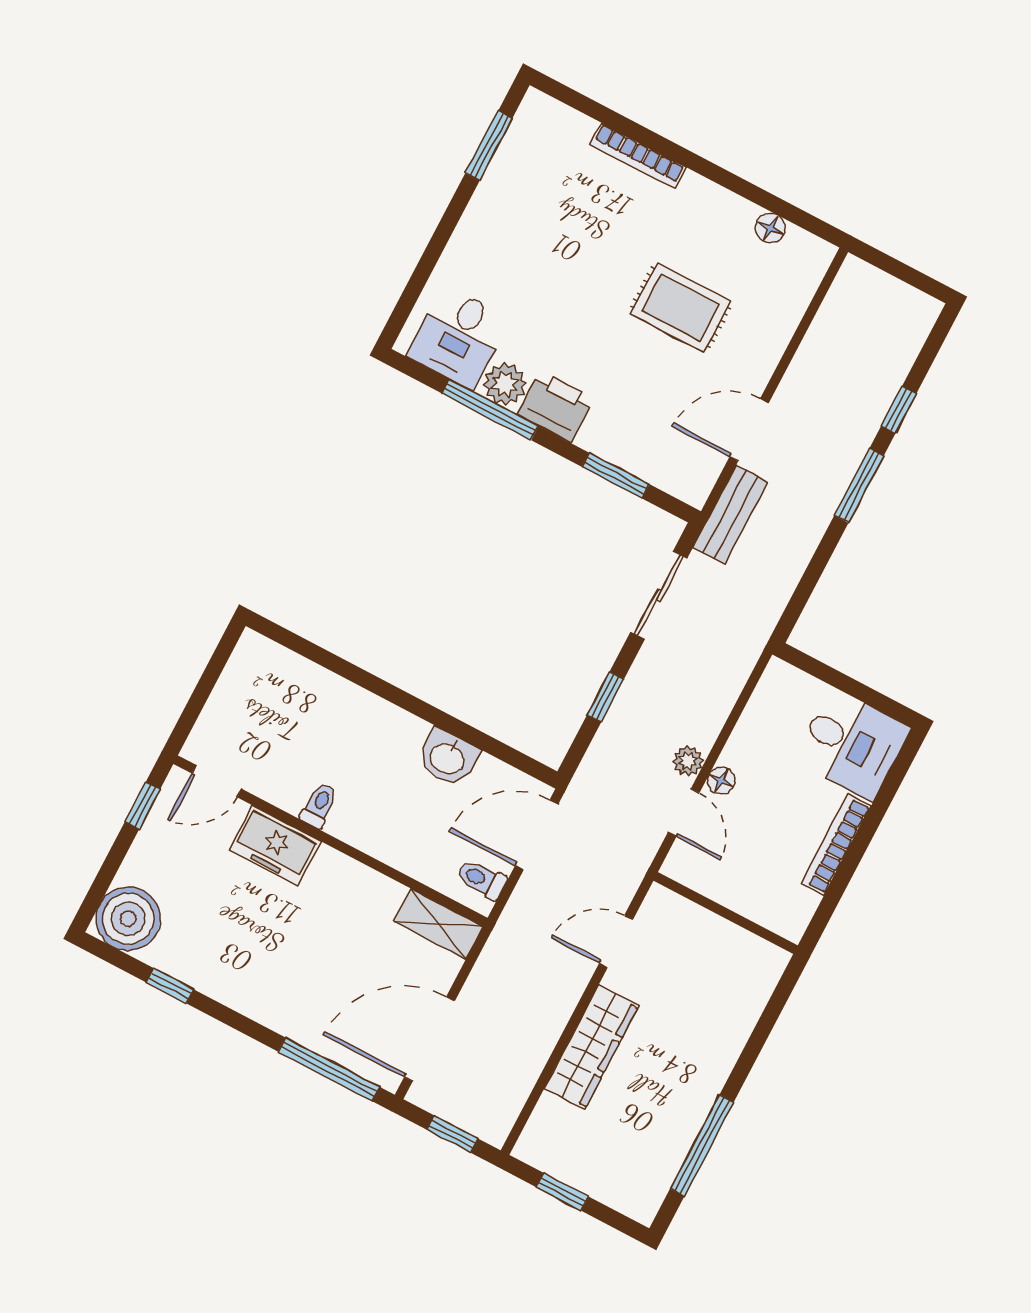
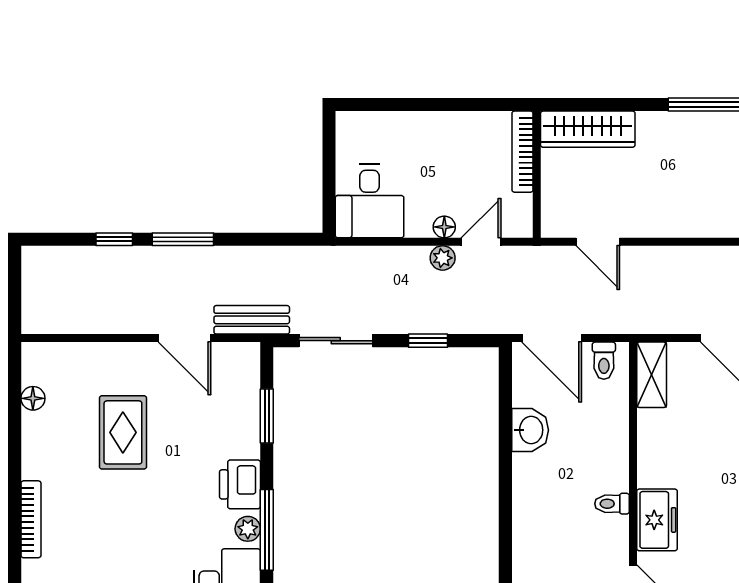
plant: (505, 384) -> (248, 529), width x0.73, depth x0.73
desk: (852, 744) -> (370, 201), moved, turned 180
bookcase: (836, 845) -> (523, 152), moved, turned 90
wardrobe: (592, 1047) -> (588, 129), moved, turned 180

